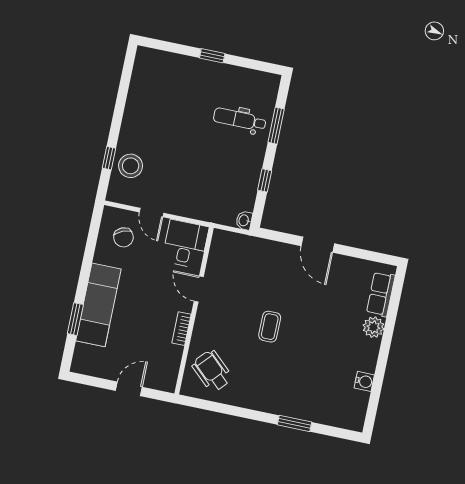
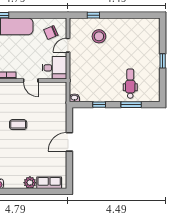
stool: (131, 166) -> (99, 36), moved
door: (199, 289) -> (31, 81), swing flipped

